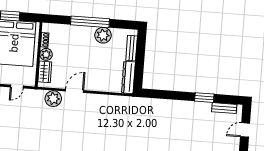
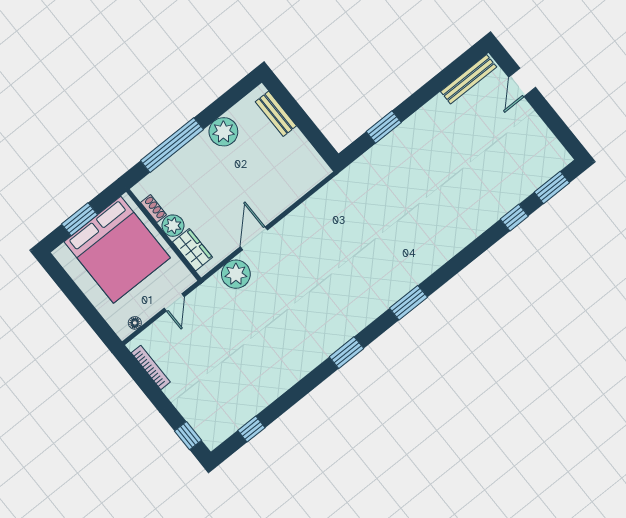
window: (90, 22) -> (172, 145), moved
dresser: (128, 77) -> (308, 156), removed
window: (204, 98) -> (384, 127), moved
bench: (224, 108) -> (469, 79), width x1.36

